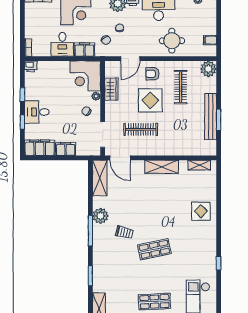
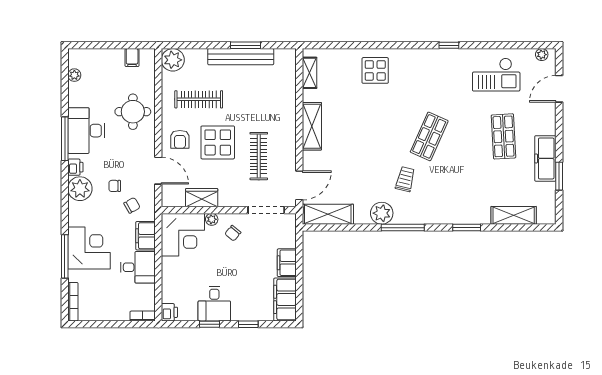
desk: (37, 112) -> (214, 304), moved
shop shelf: (154, 249) -> (429, 136), turned 36

